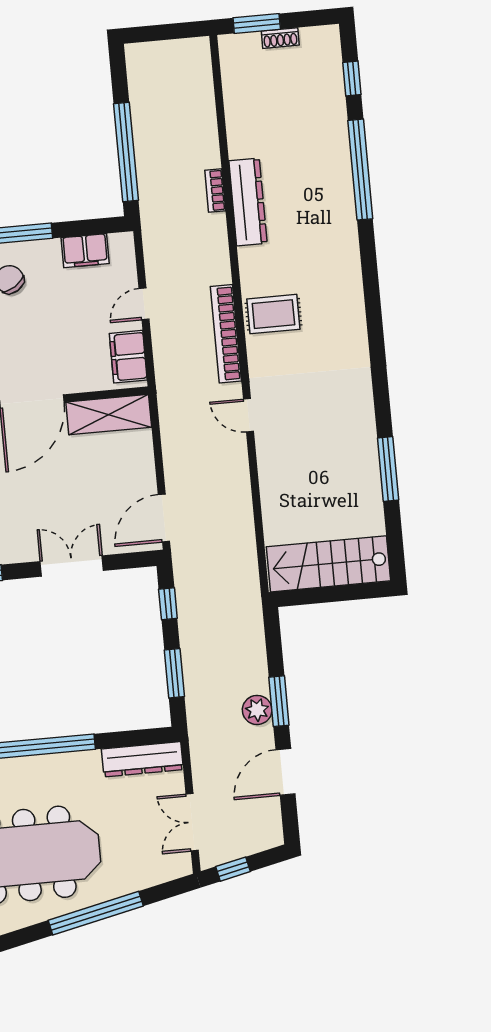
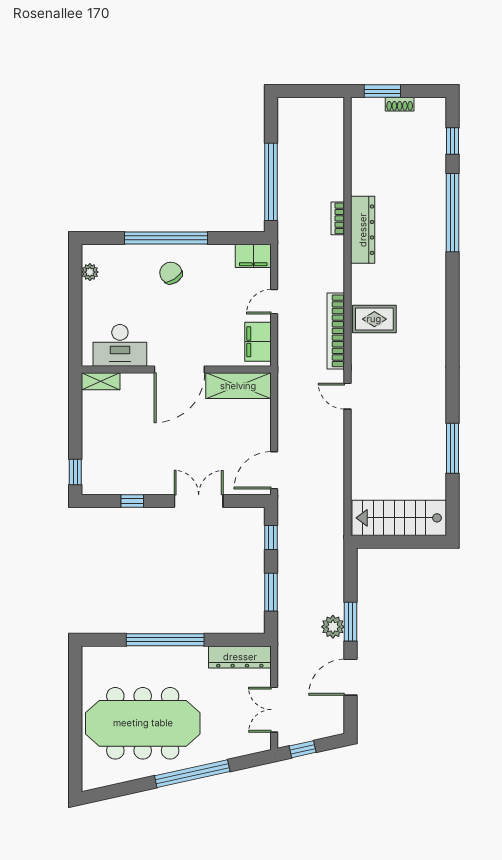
filing cabinet: (85, 251) -> (253, 256), moved

